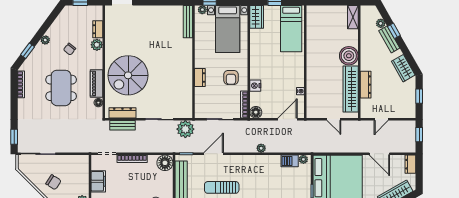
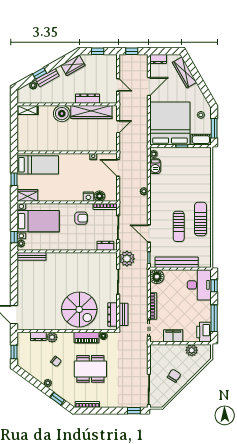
dresser: (200, 78) -> (105, 246), moved
floor lamp: (256, 112) -> (100, 196), moved

